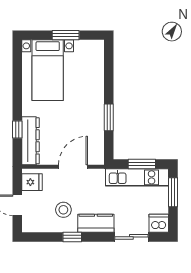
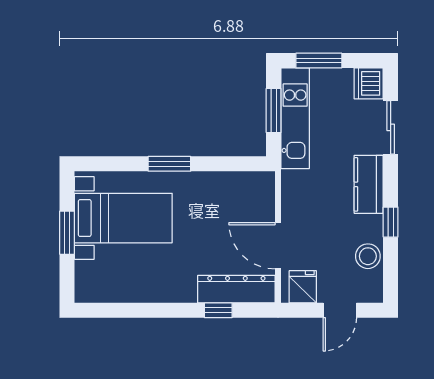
bed with nightstands: (48, 70) -> (123, 218), moved
window: (109, 117) -> (169, 164), moved
door: (73, 167) -> (278, 246), moved
stool: (63, 210) -> (368, 256), moved

